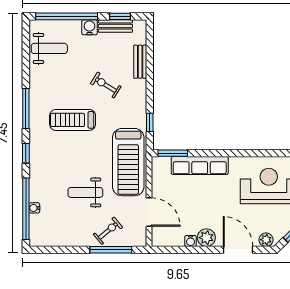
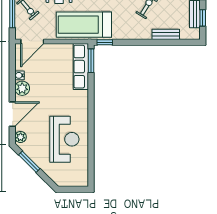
window: (150, 122) -> (105, 42), moved
row of seats: (200, 166) -> (81, 67), moved
door: (149, 212) -> (32, 41), moved

